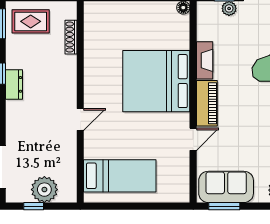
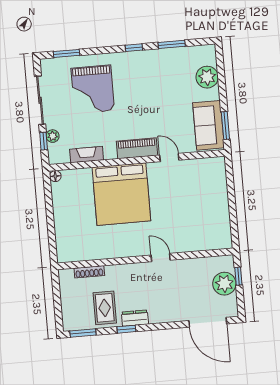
rug: (31, 21) -> (105, 308), moved
fireplace: (205, 60) -> (87, 155), moved
bed: (120, 176) -> (207, 219), removed
window: (34, 206) -> (238, 276), moved

